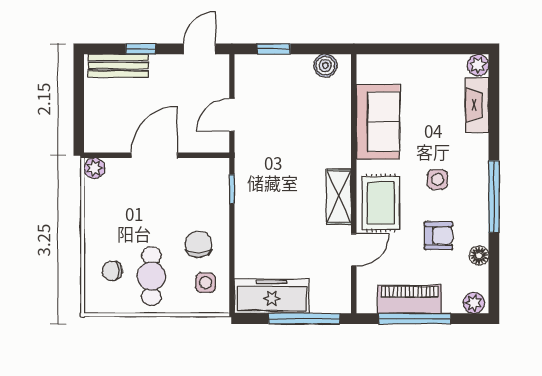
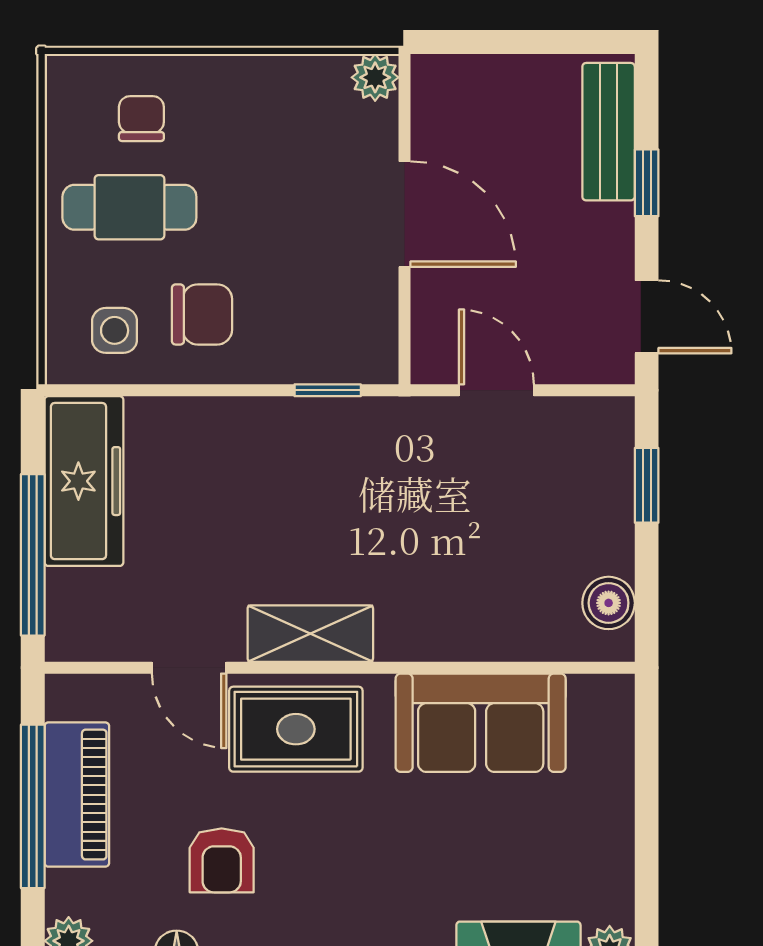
side table: (438, 180) -> (349, 858), removed

